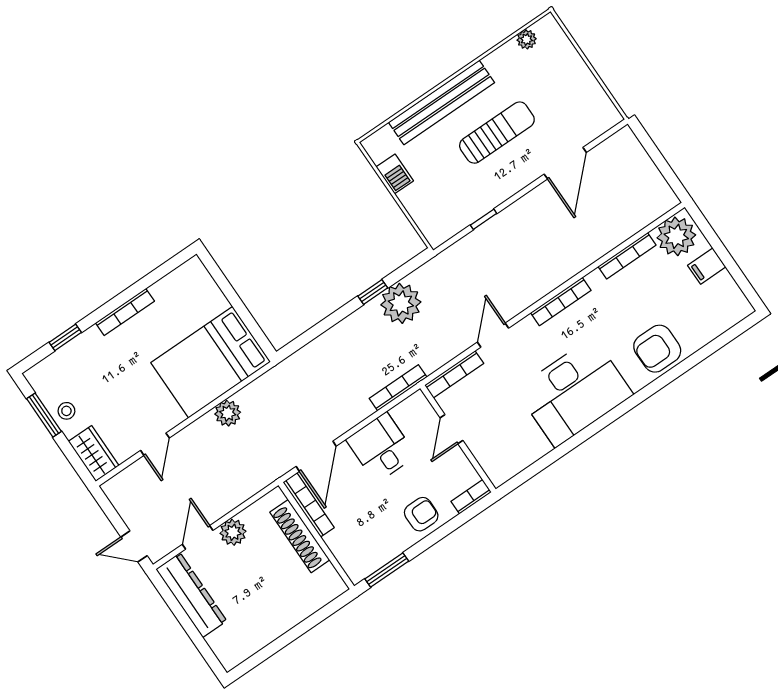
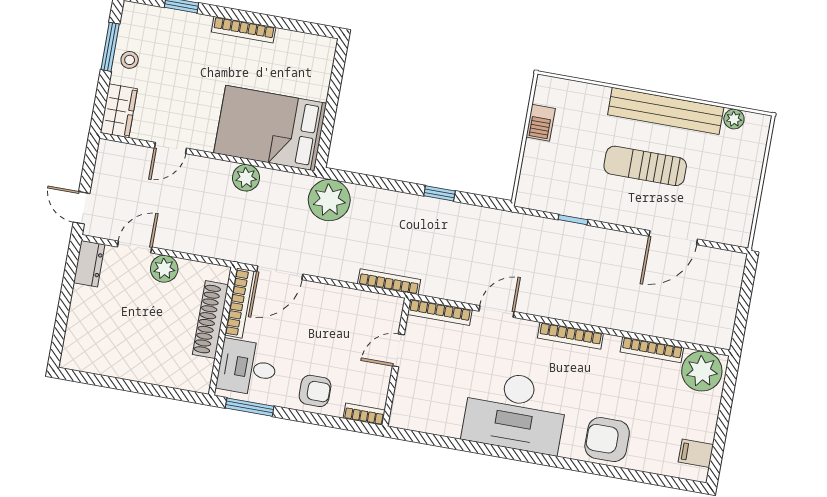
bench: (441, 102) -> (666, 111), moved
sun lounger: (497, 133) -> (645, 166), turned 180
filing cabinet: (707, 266) -> (696, 453), moved
plant: (401, 303) -> (329, 200), moved
desk: (381, 448) -> (247, 368), moved, turned -90
dresser: (191, 595) -> (89, 264), width x0.51, depth x0.80

